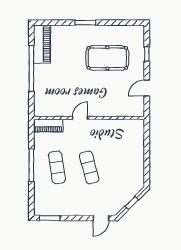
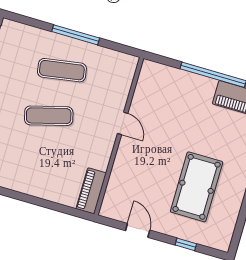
piano: (48, 126) -> (91, 191), moved

